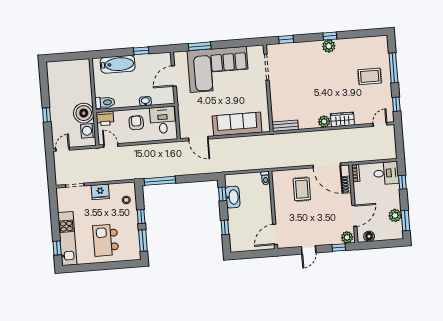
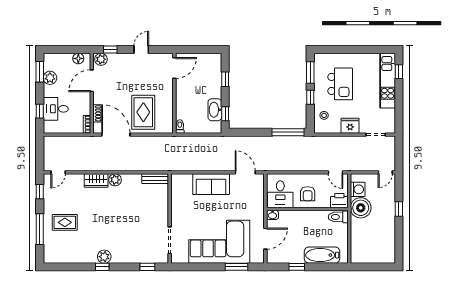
washbasin: (145, 101) -> (272, 215), moved
sofa: (237, 124) -> (211, 184), width x0.73
desk: (386, 173) -> (56, 109), moved
rug: (302, 189) -> (143, 112), width x1.36, depth x1.43
kitchen island: (106, 240) -> (340, 84), moved

